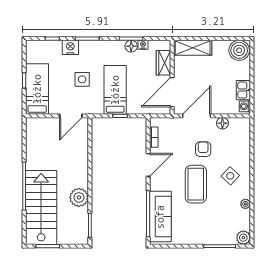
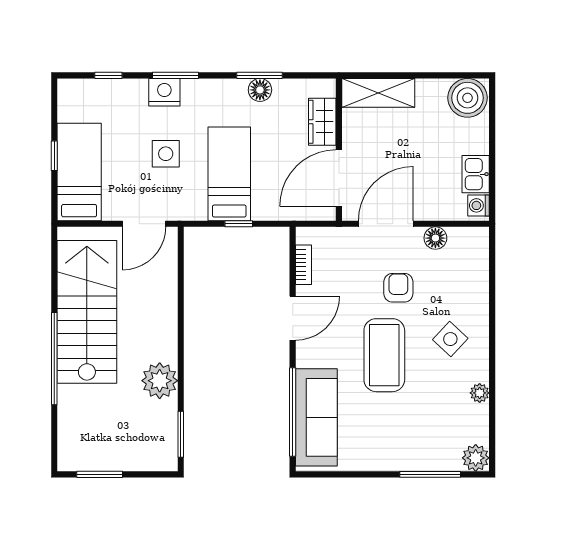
nightstand: (143, 45) -> (283, 87), removed
nightstand: (70, 47) -> (164, 92), moved
stairs: (41, 207) -> (87, 312), moved

